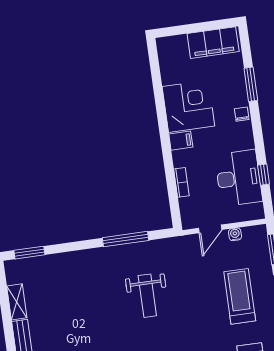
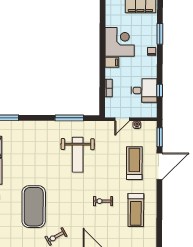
desk: (239, 178) -> (144, 90), width x0.73
weight bench: (147, 296) -> (78, 155), width x1.36, depth x1.33

